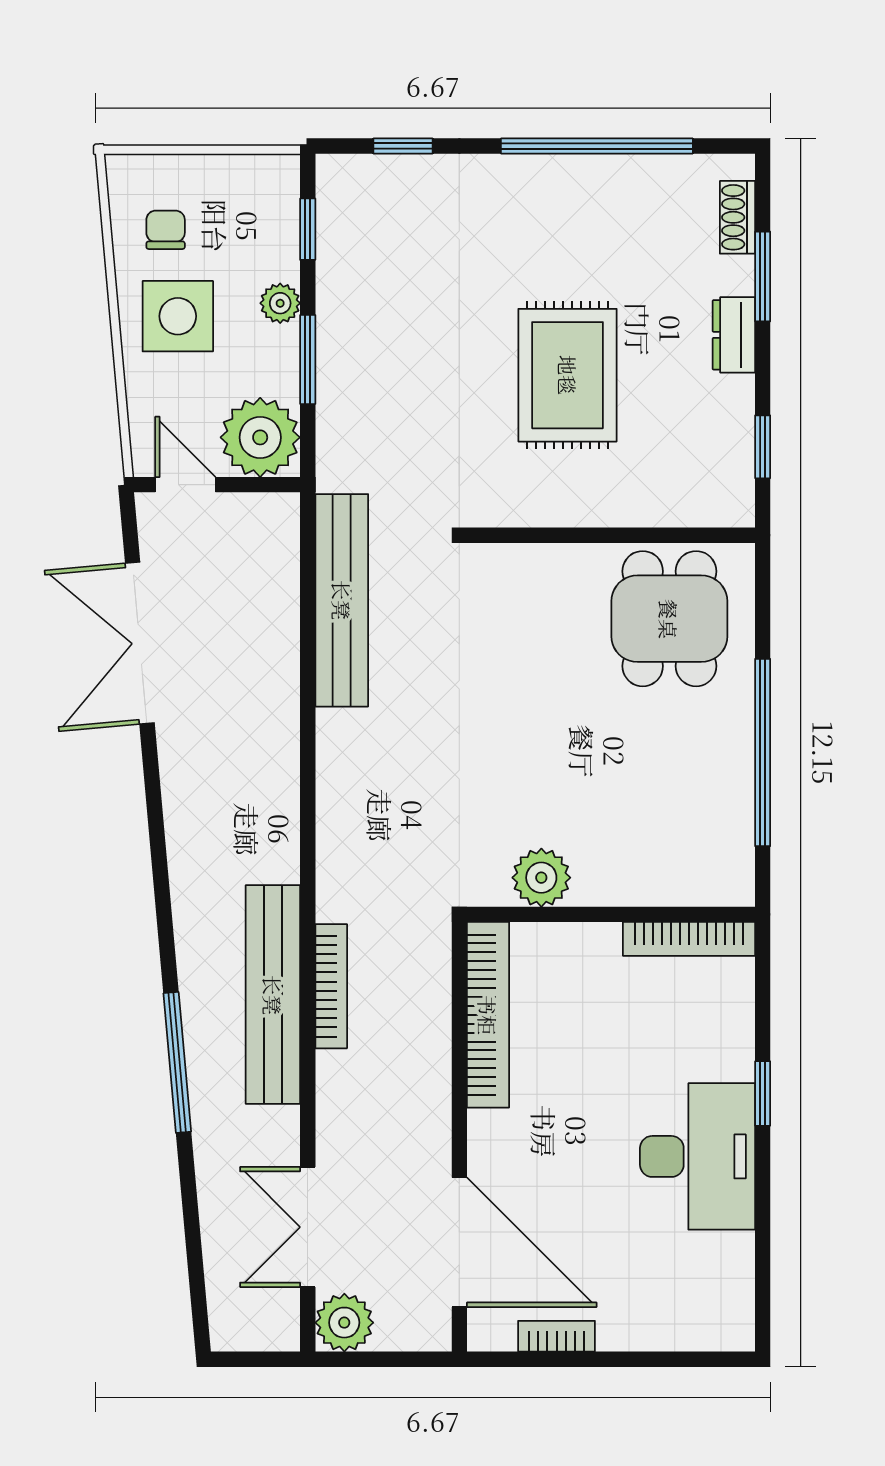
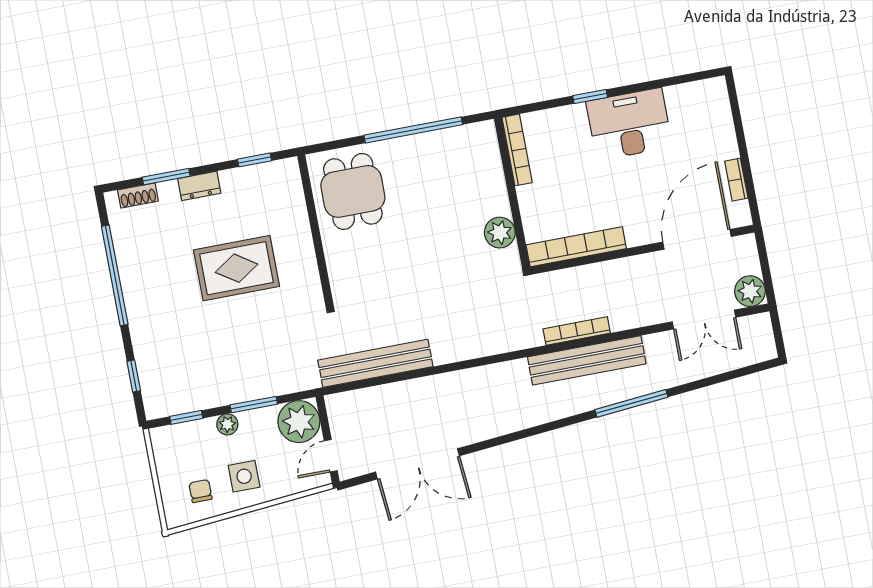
chair: (166, 230) -> (200, 491), turned 90
side table: (178, 316) -> (244, 476), width x0.73, depth x0.73
dining table: (669, 619) -> (353, 191), turned 90

